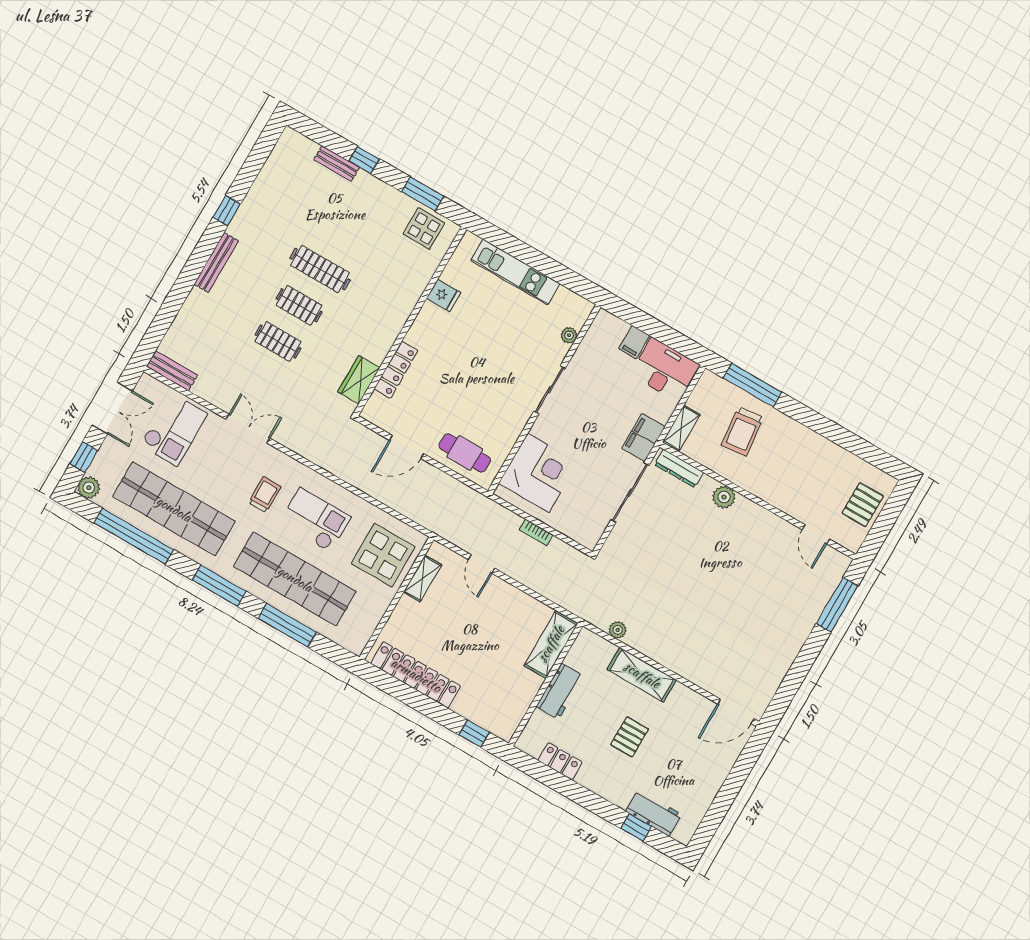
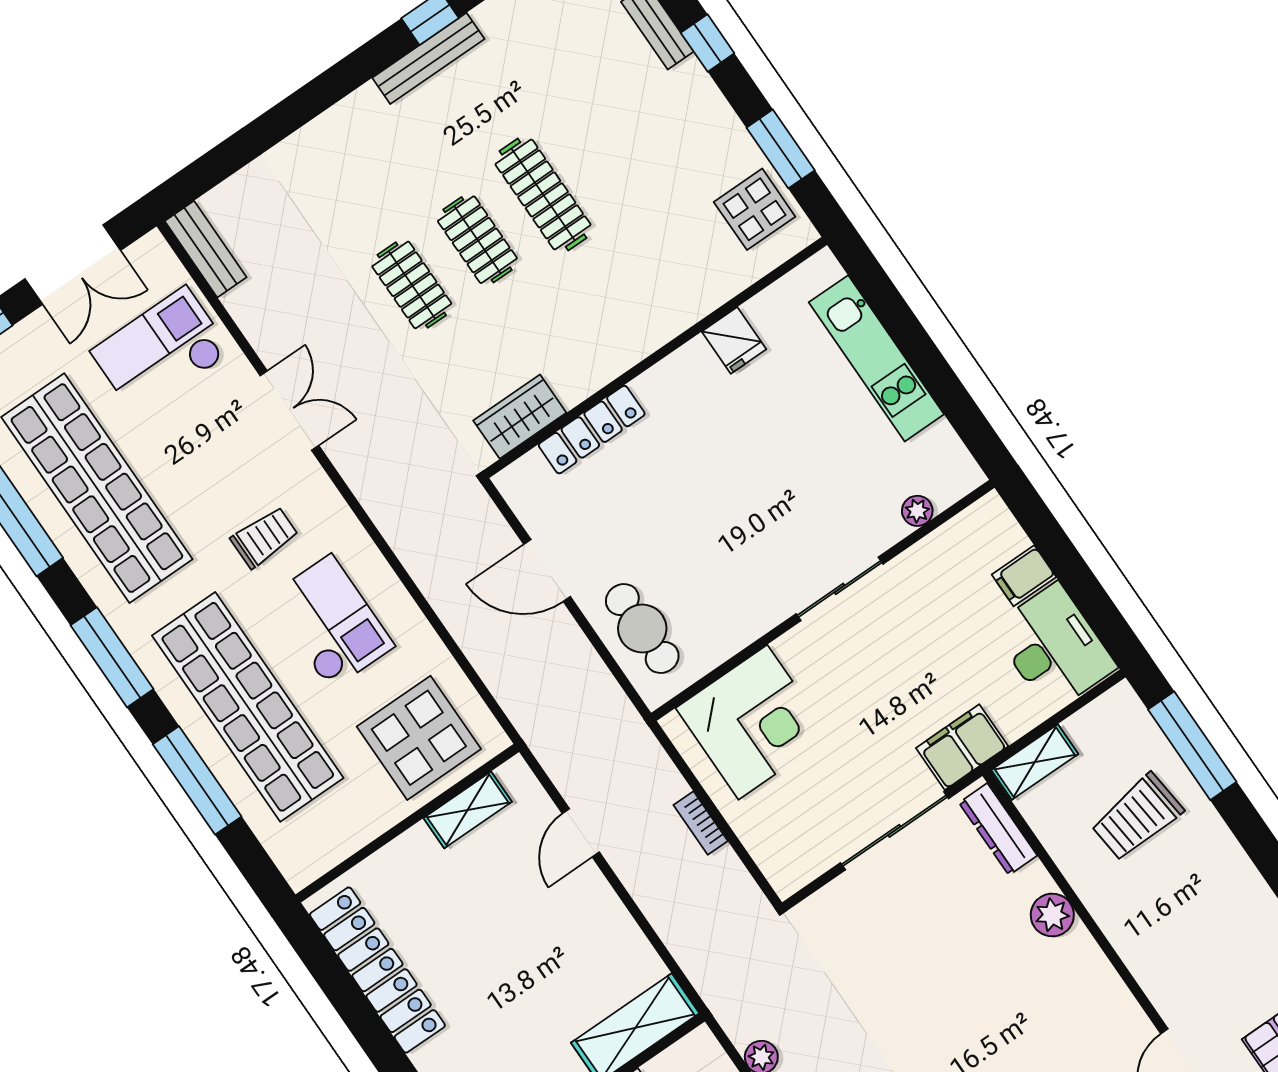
bench: (216, 263) -> (428, 58), moved
checkout: (174, 429) -> (161, 352), turned 180

